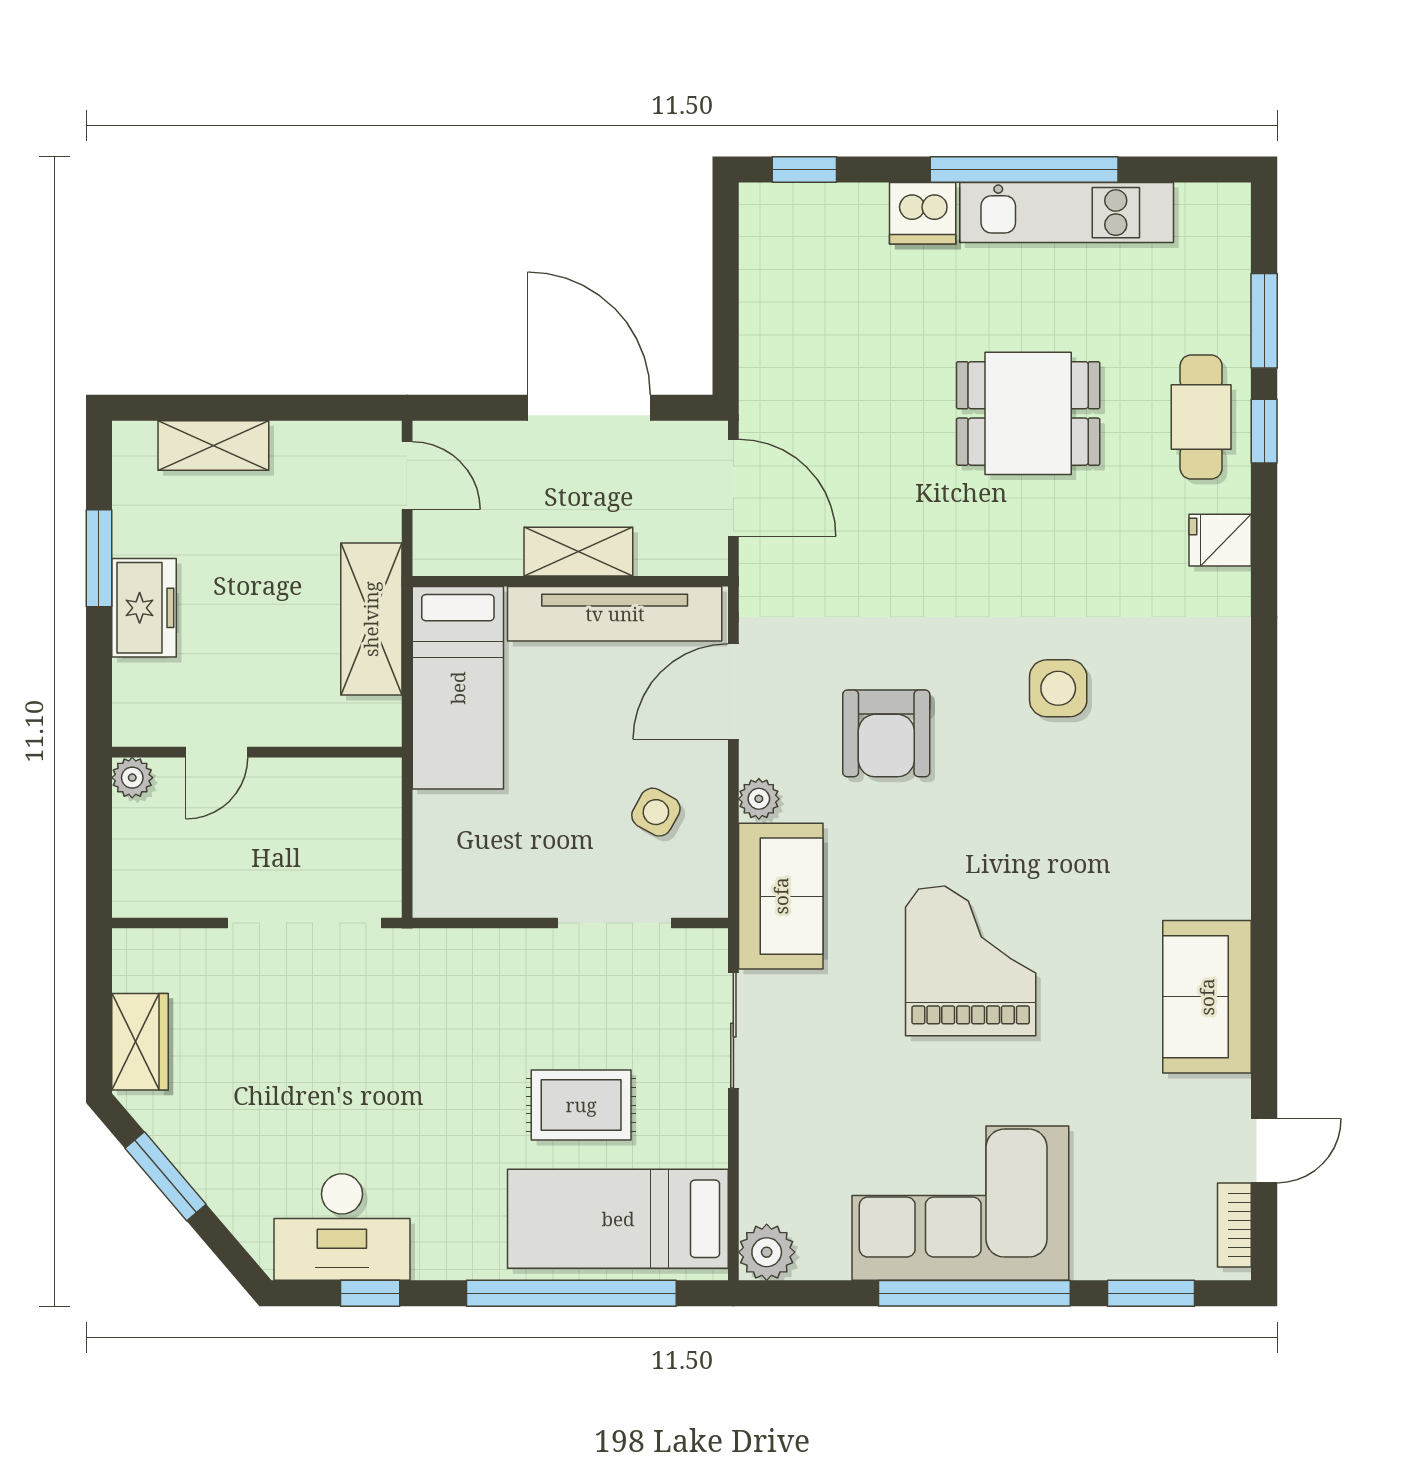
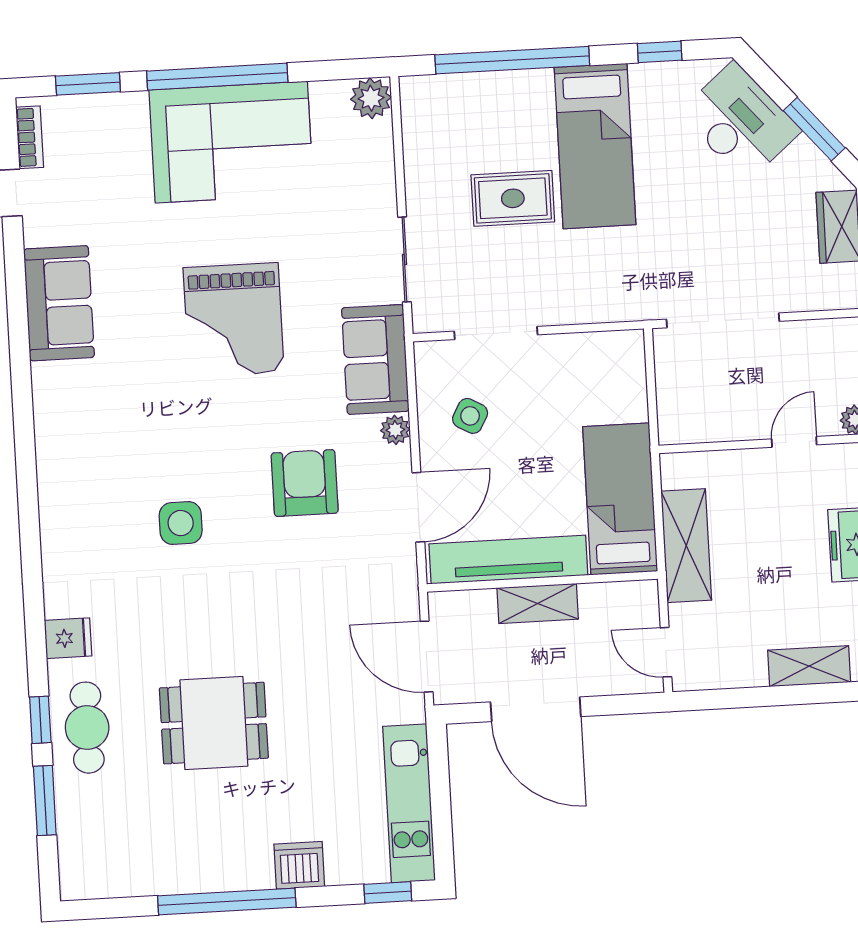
kitchen unit: (1067, 213) -> (409, 803), moved, turned -90
bed: (618, 1219) -> (595, 146), moved, turned 90
desk: (342, 1227) -> (740, 122), moved, turned 50

